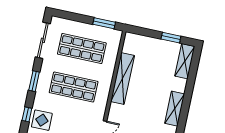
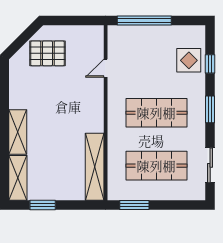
sliding door: (43, 40) -> (210, 165), width x0.73
shelving: (123, 79) -> (95, 167), moved
shelving: (175, 109) -> (18, 132), moved

